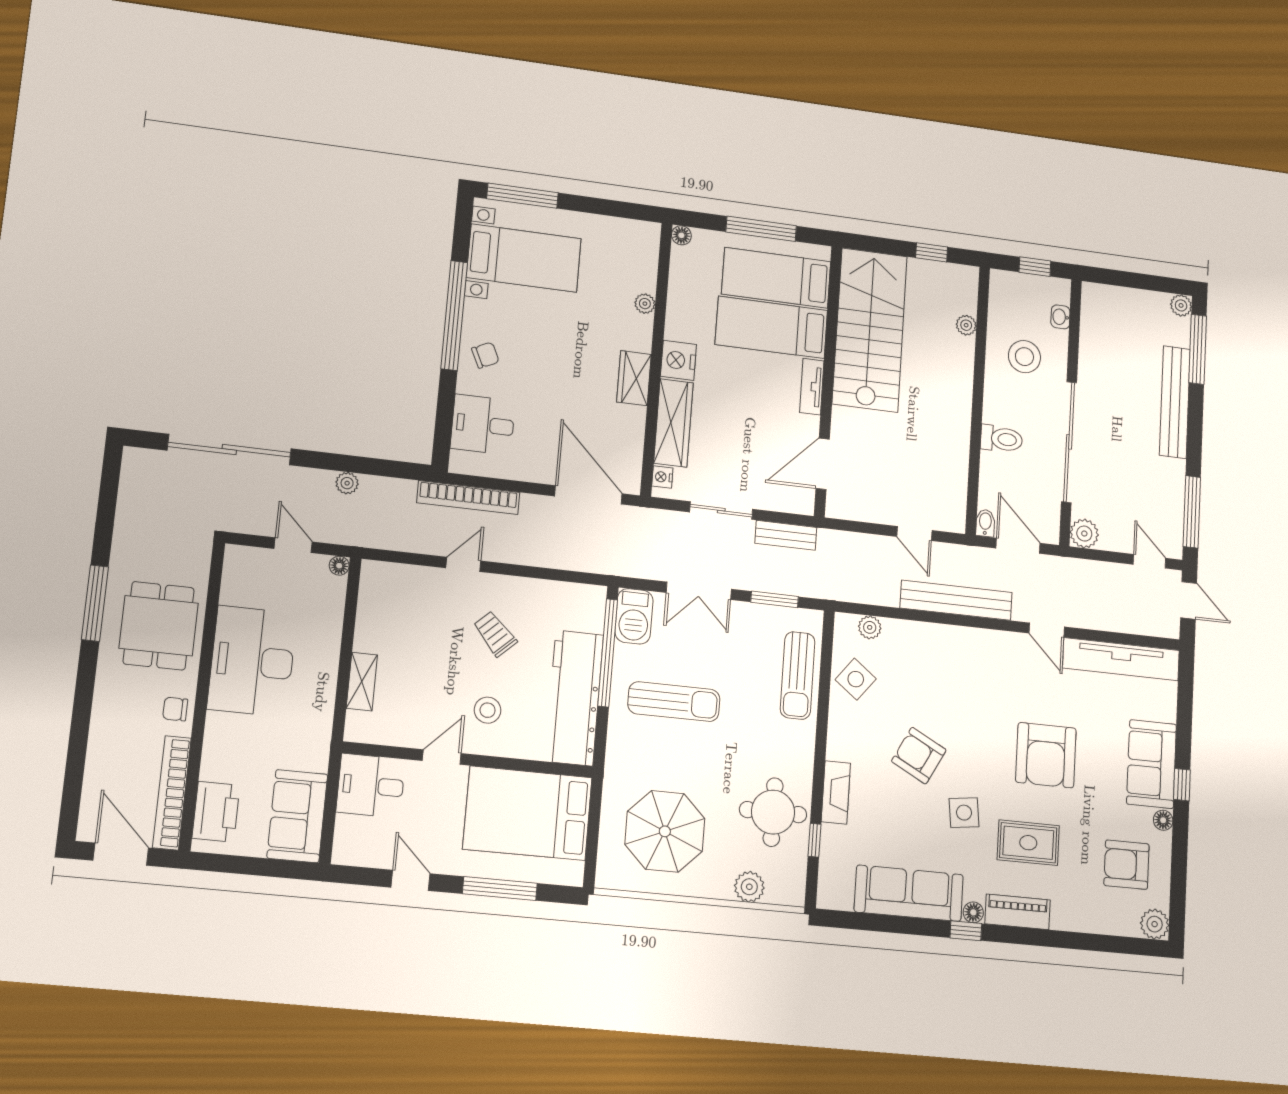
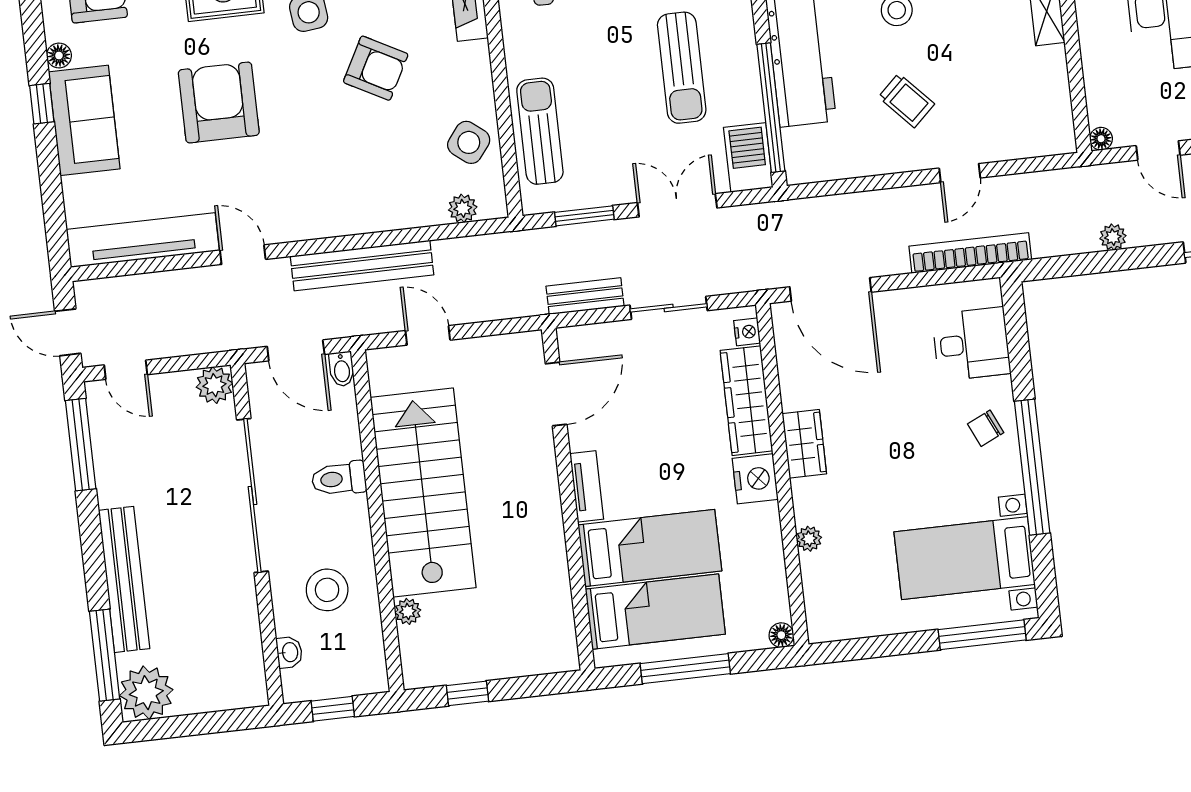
plant: (1181, 305) -> (146, 693), width x1.87, depth x1.87
stairs: (870, 330) -> (423, 492), moved, turned 180
sun lounger: (674, 702) -> (682, 68), turned -90

